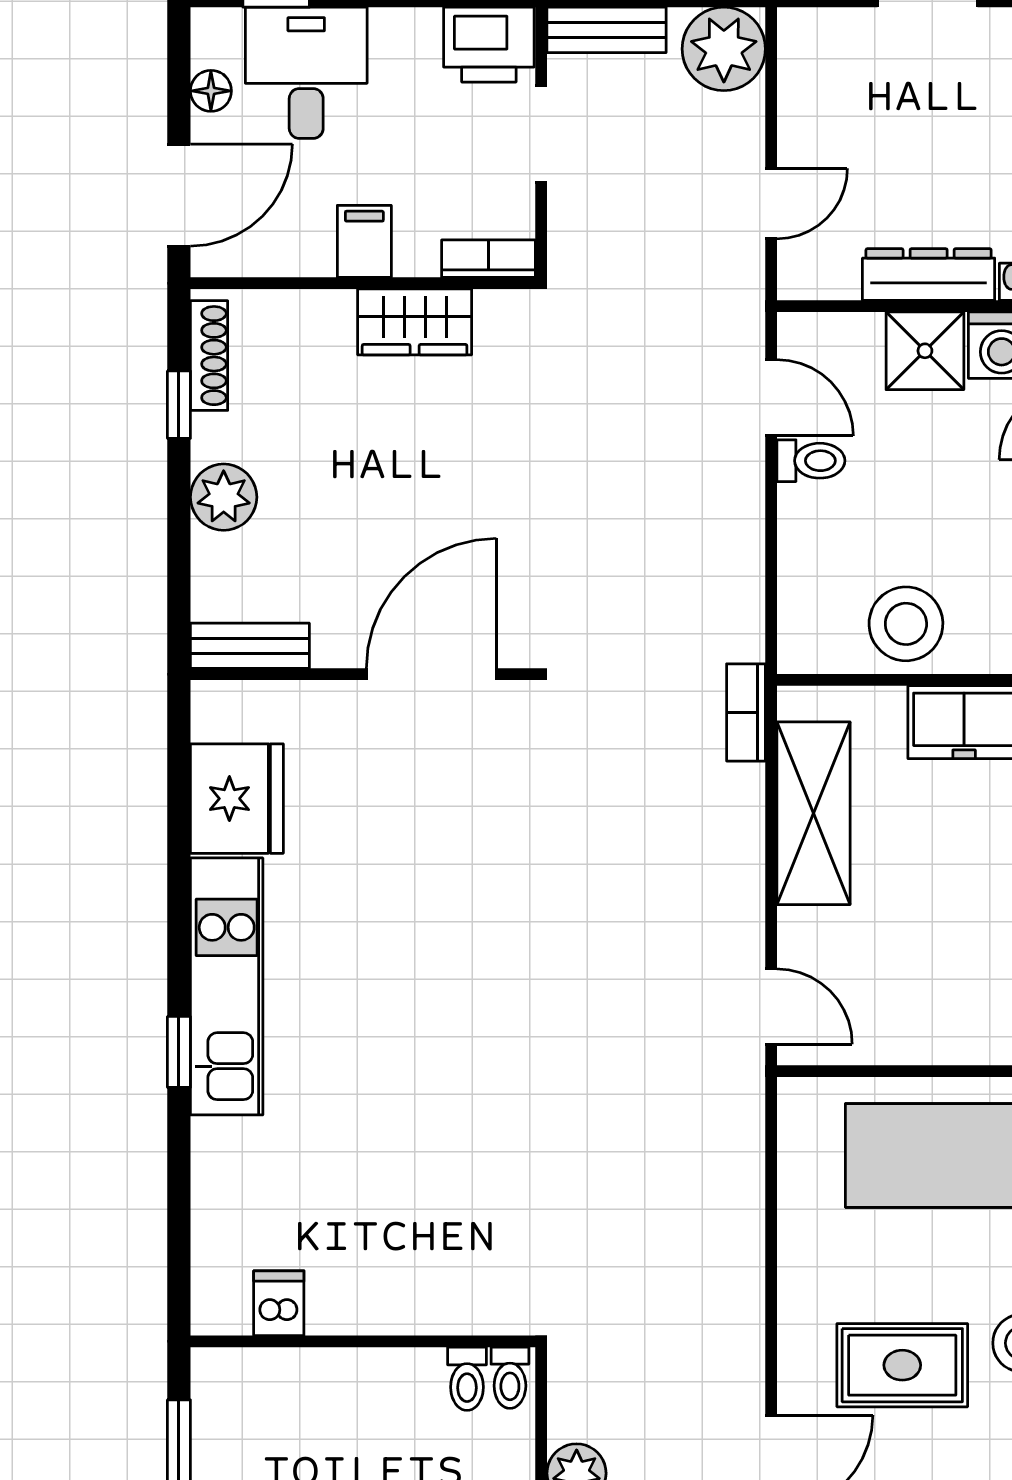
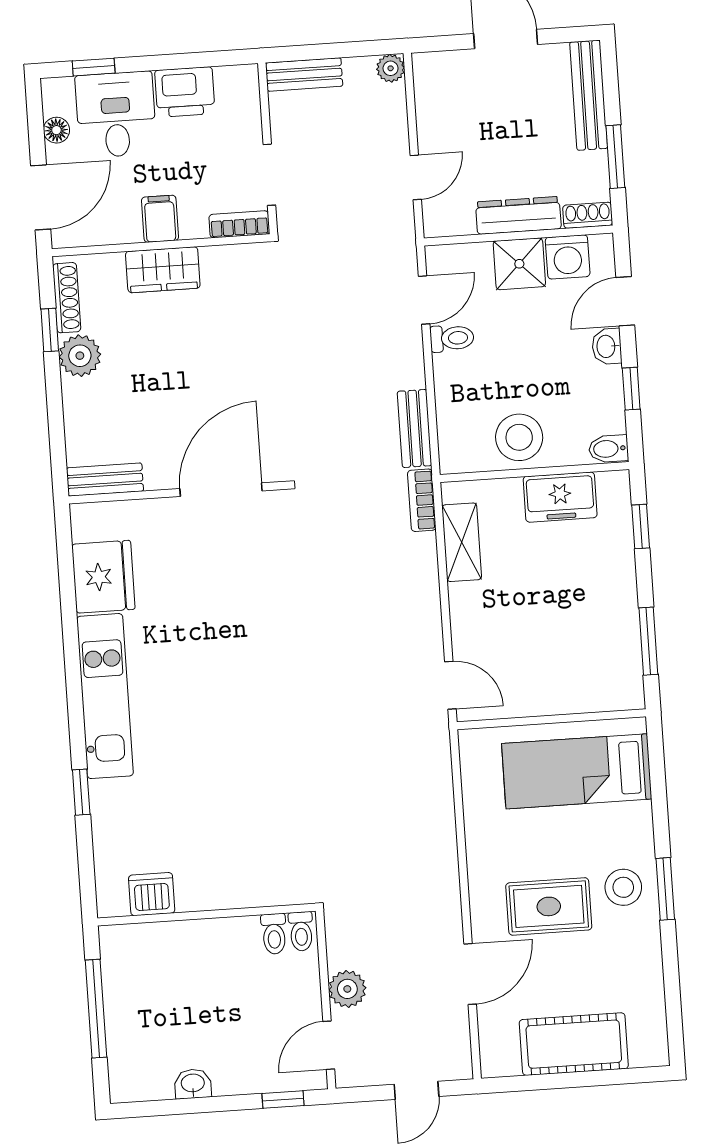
printer: (489, 45) -> (185, 92), moved
plant: (724, 49) -> (391, 68), width x0.53, depth x0.53
doorway: (541, 134) -> (269, 175), moved
wardrobe: (415, 322) -> (163, 270), moved
door: (771, 398) -> (424, 300), hinge flipped
plant: (224, 497) -> (80, 356), moved
bench: (742, 599) -> (415, 428), added
shelving: (814, 813) -> (462, 542), width x0.67, depth x0.75
window: (179, 1052) -> (81, 792), moved
dishwasher: (279, 1303) -> (152, 894), width x1.38

